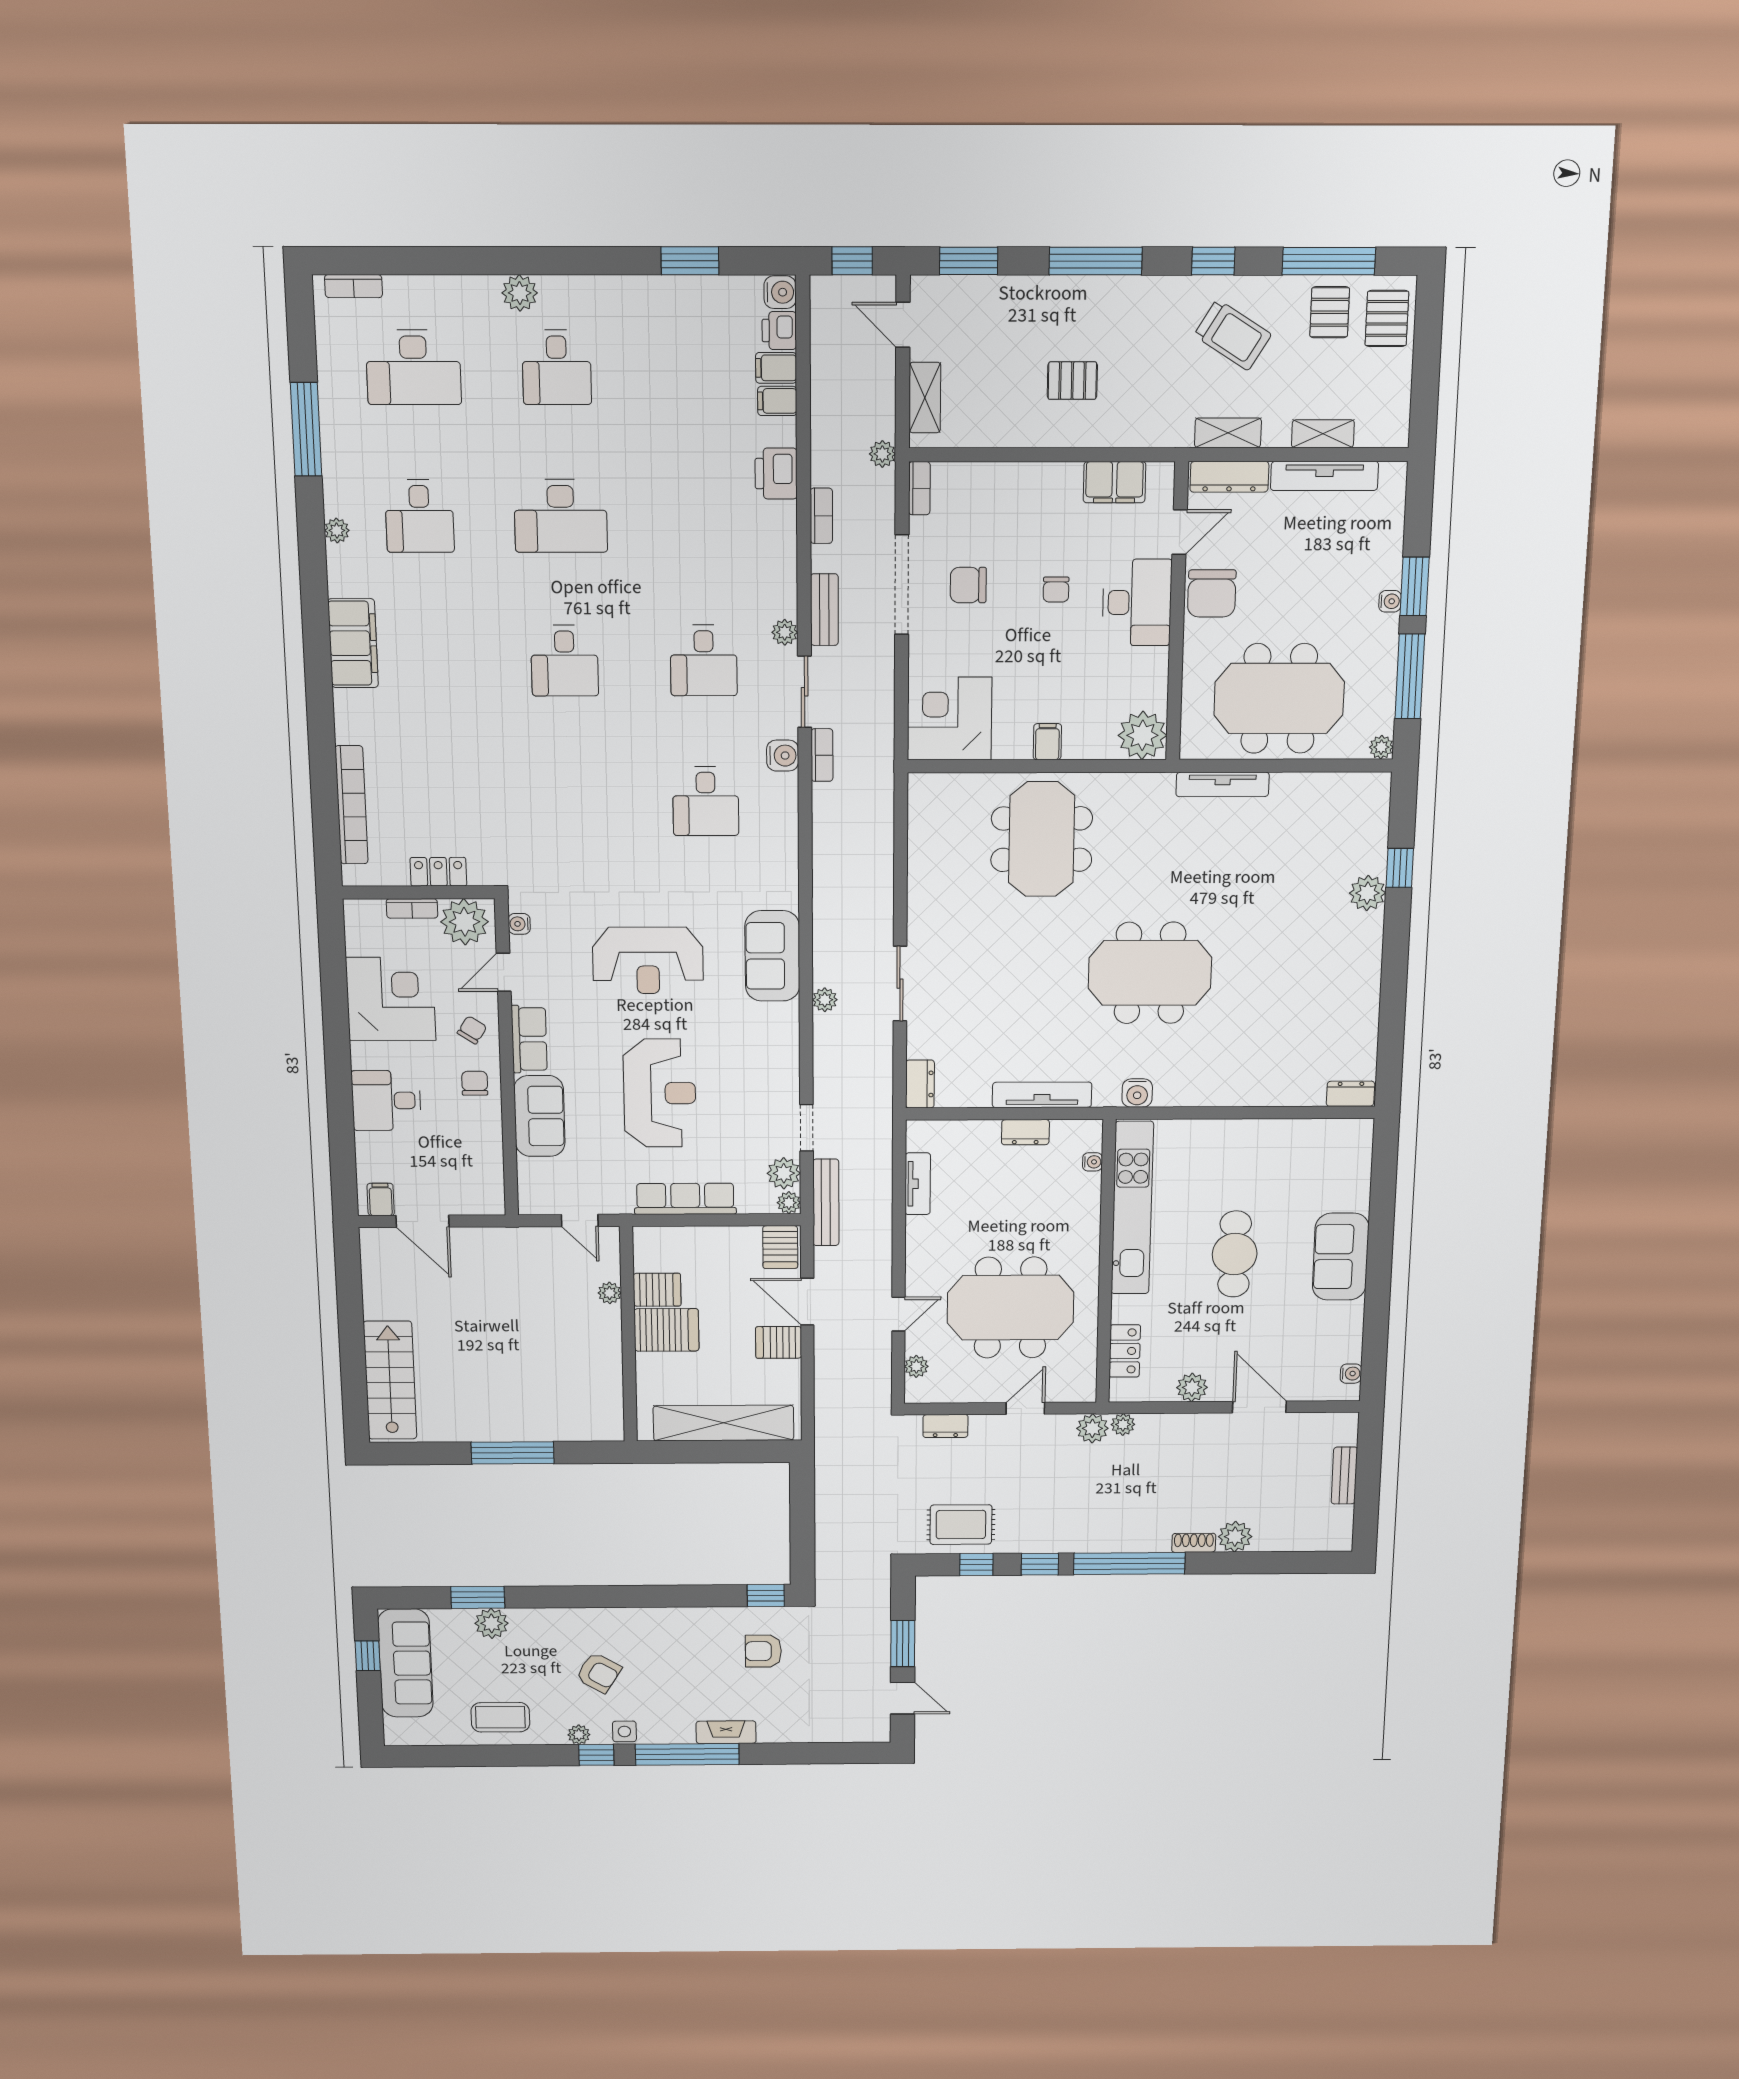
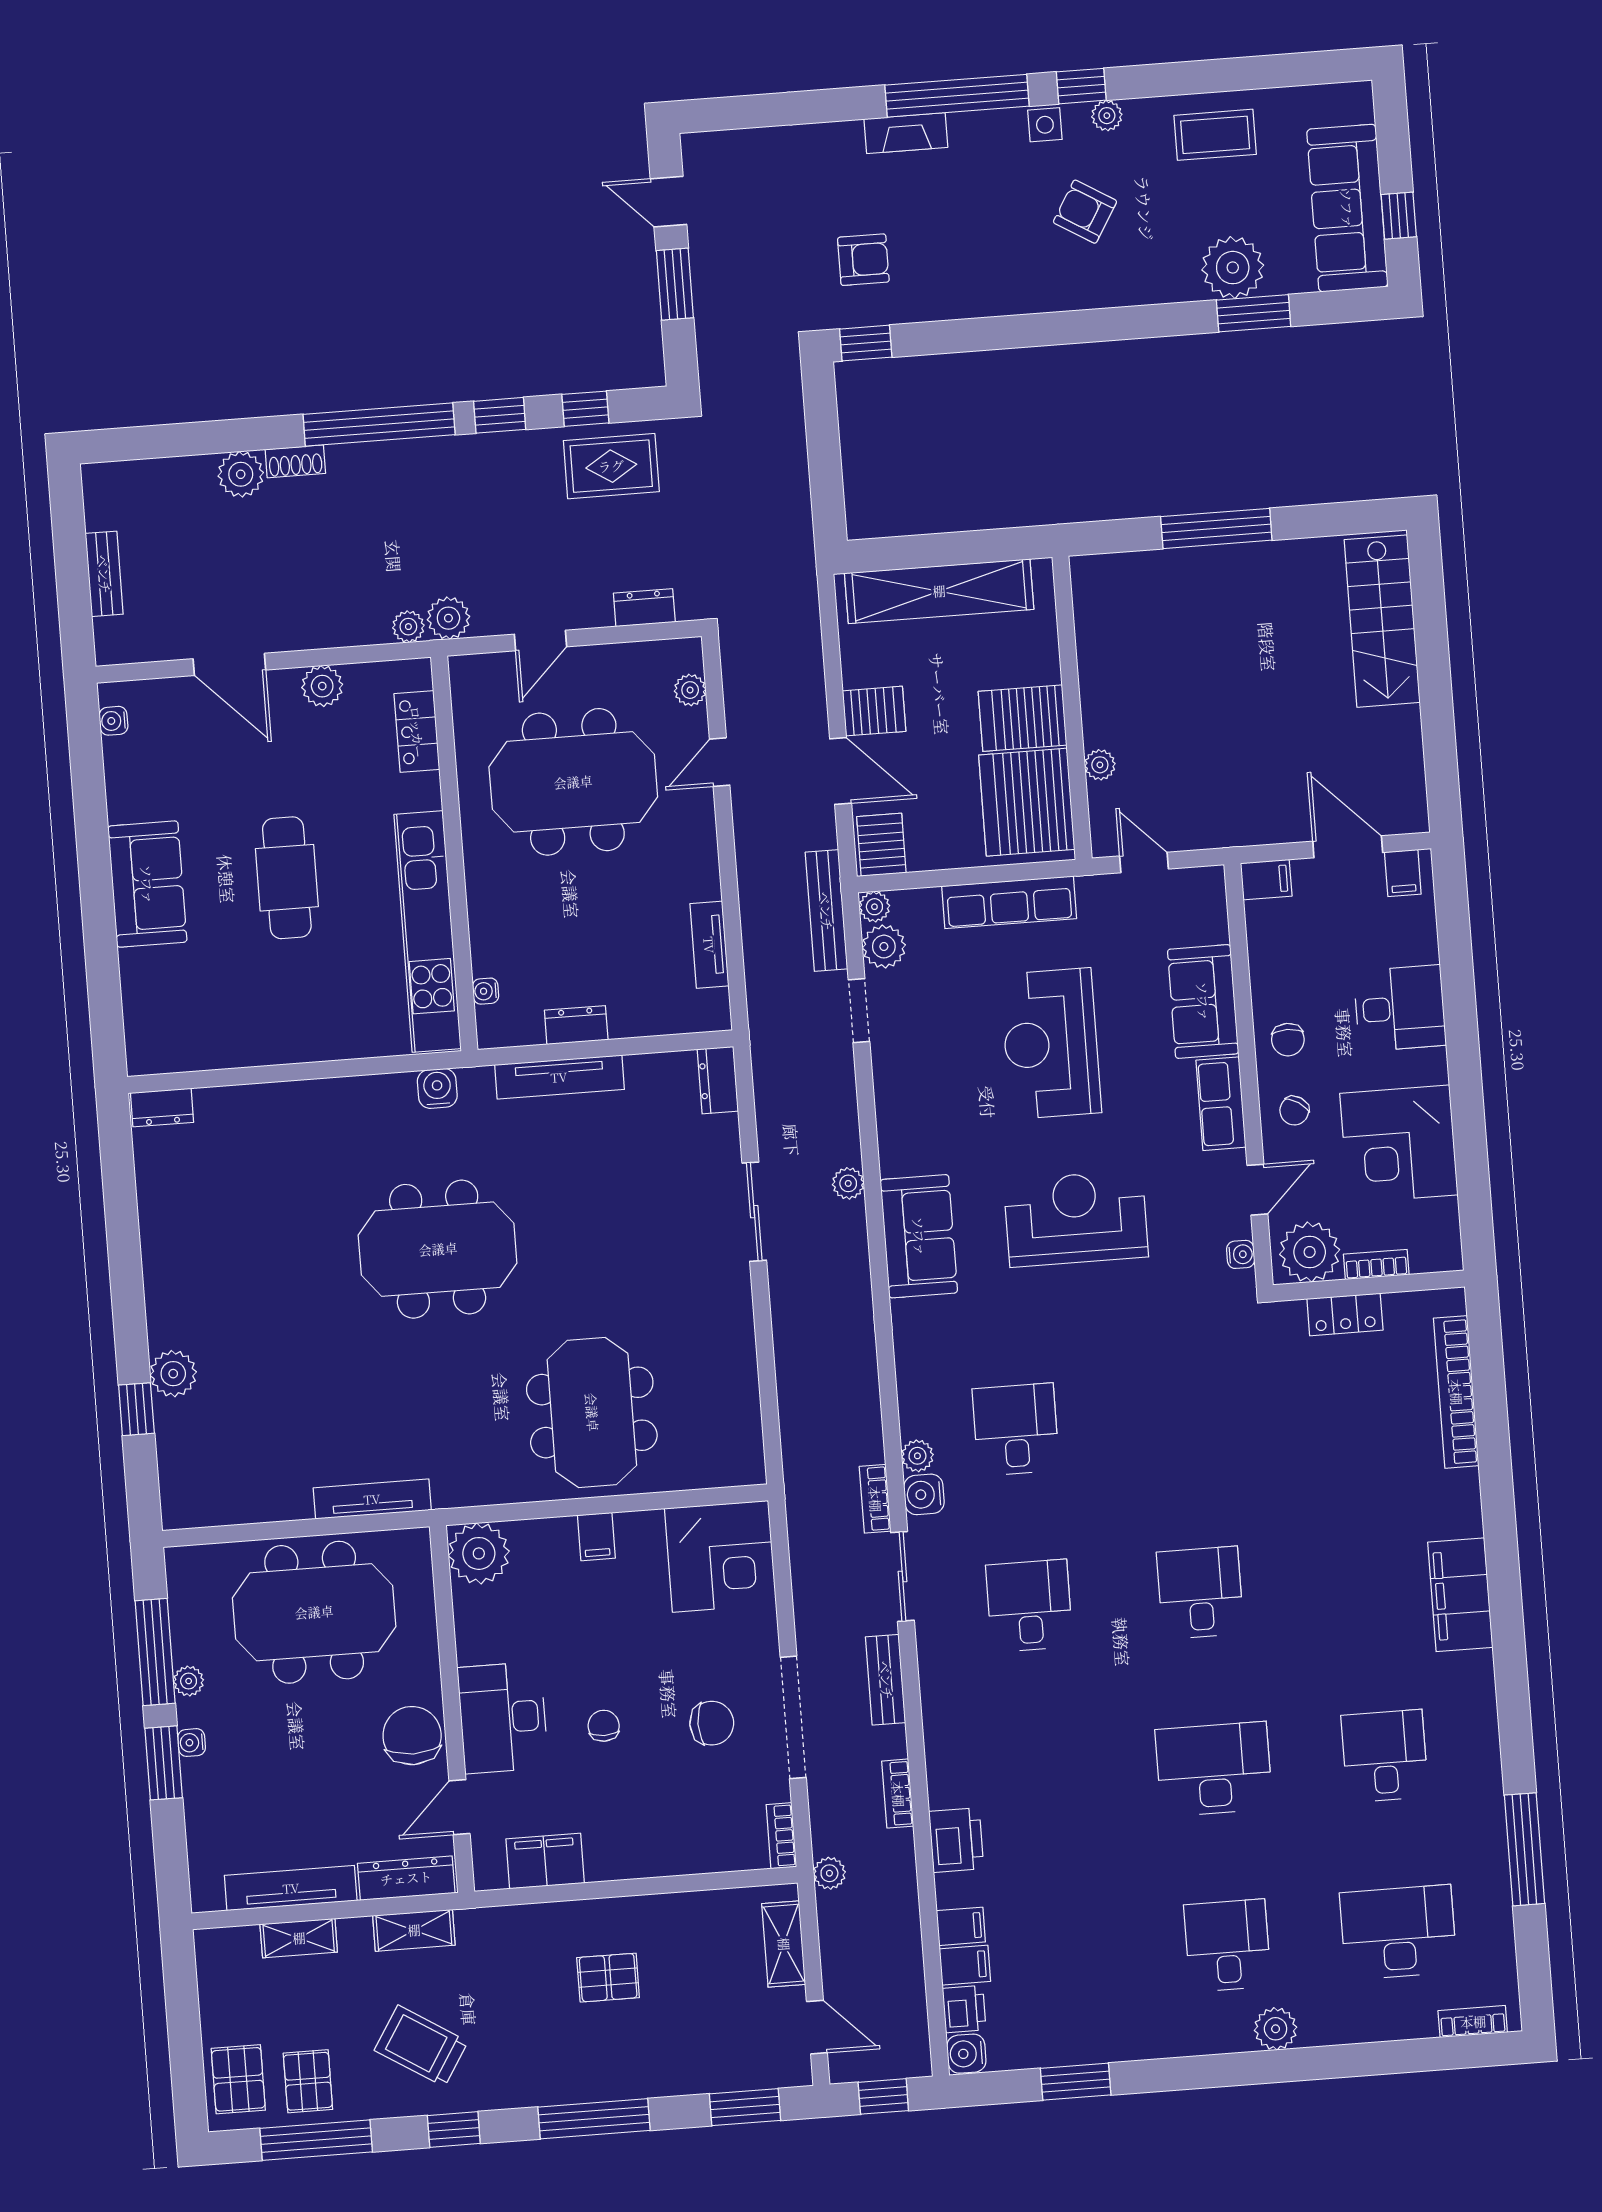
plant: (337, 530) -> (1484, 1731), removed
plant: (785, 632) -> (917, 1456), moved
plant: (1381, 747) -> (189, 1681), moved
filing cabinet: (486, 1202) -> (1266, 880), added
server rack: (657, 1290) -> (1027, 802), width x2.18, depth x1.44
plant: (492, 1623) -> (1233, 268), width x1.36, depth x1.36

